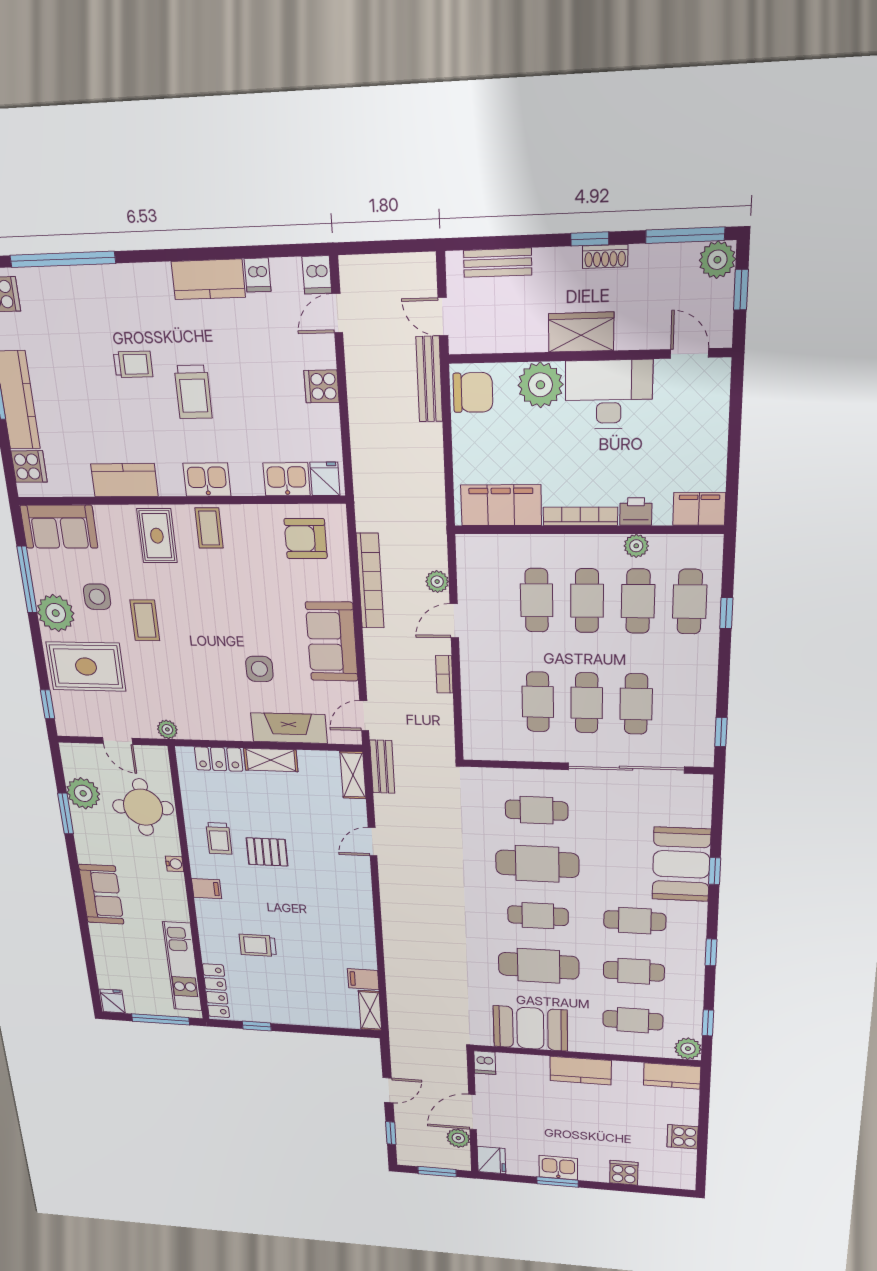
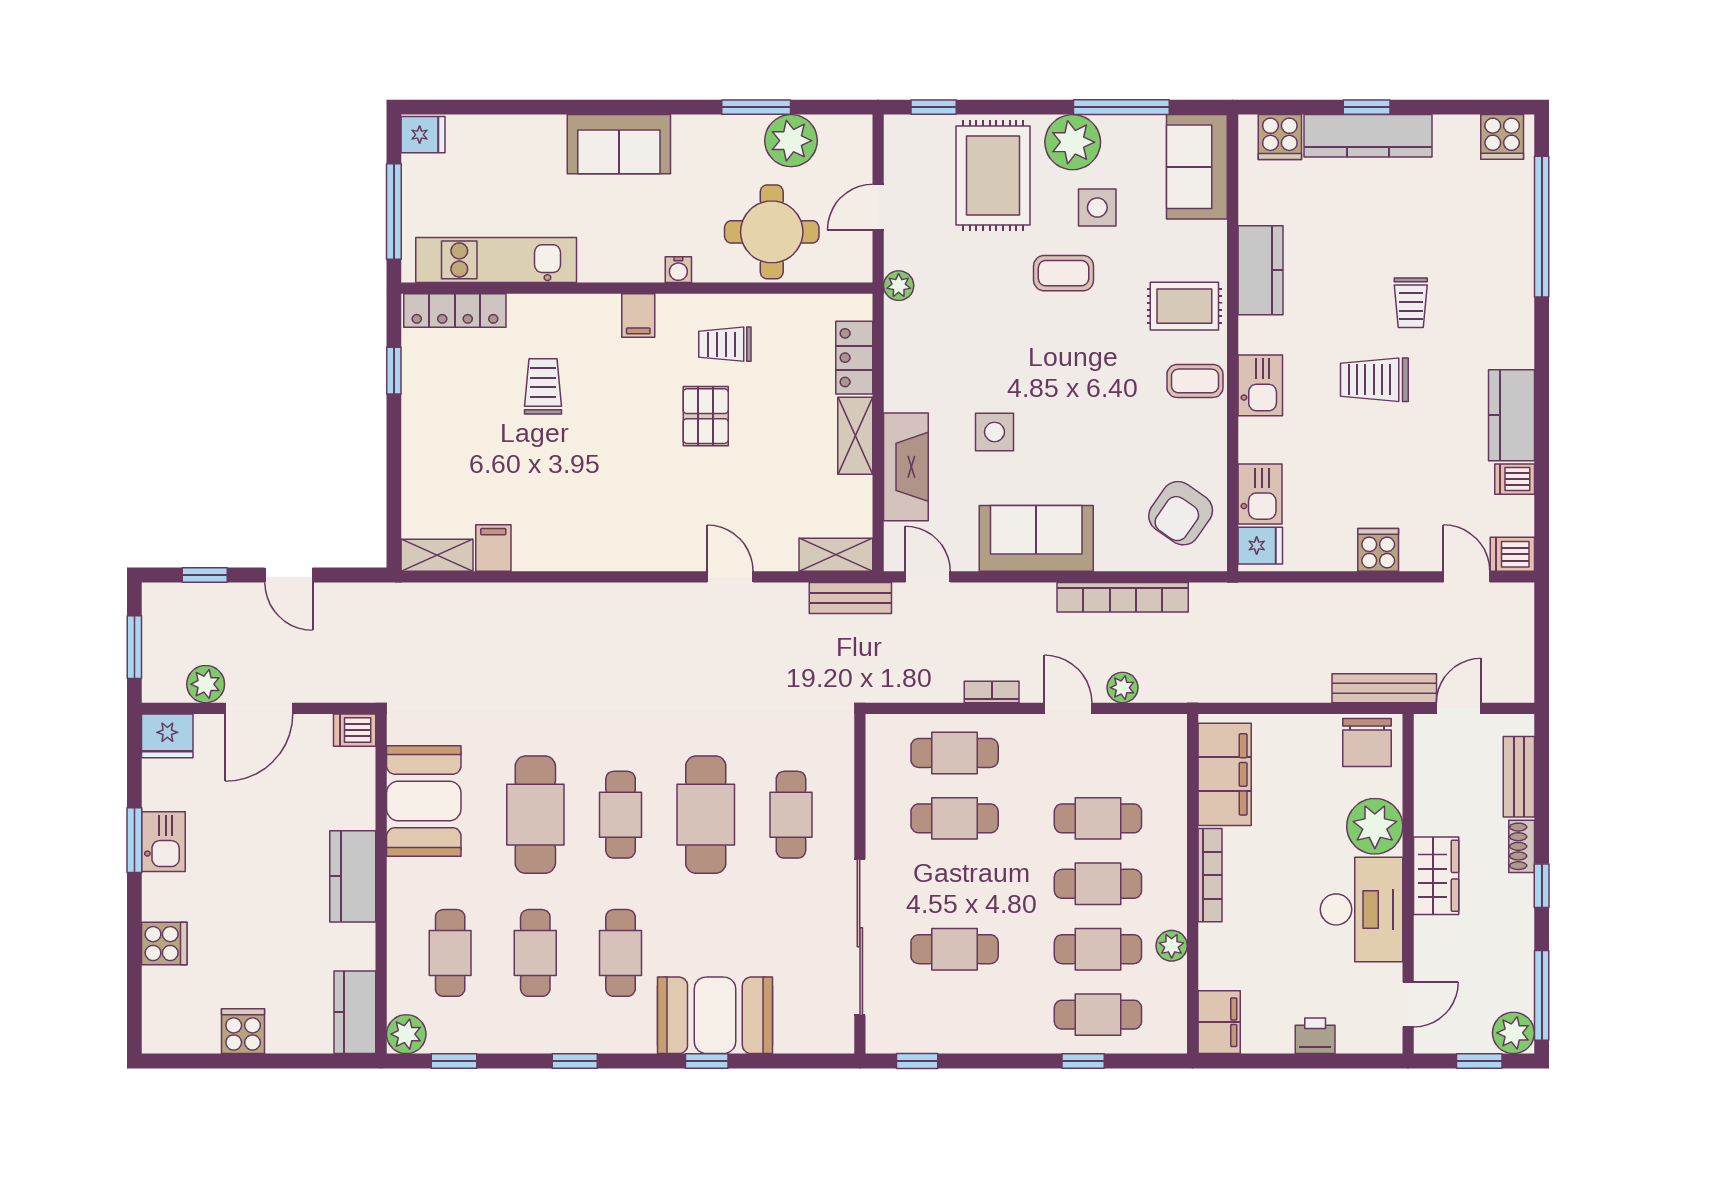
shoe rack: (605, 256) -> (1522, 846), moved
printer: (636, 512) -> (1315, 1036), moved, turned -90
armchair: (306, 539) -> (1181, 513), turned -145
cafe table: (587, 703) -> (955, 753), moved
door: (473, 1112) -> (259, 708), swing flipped

